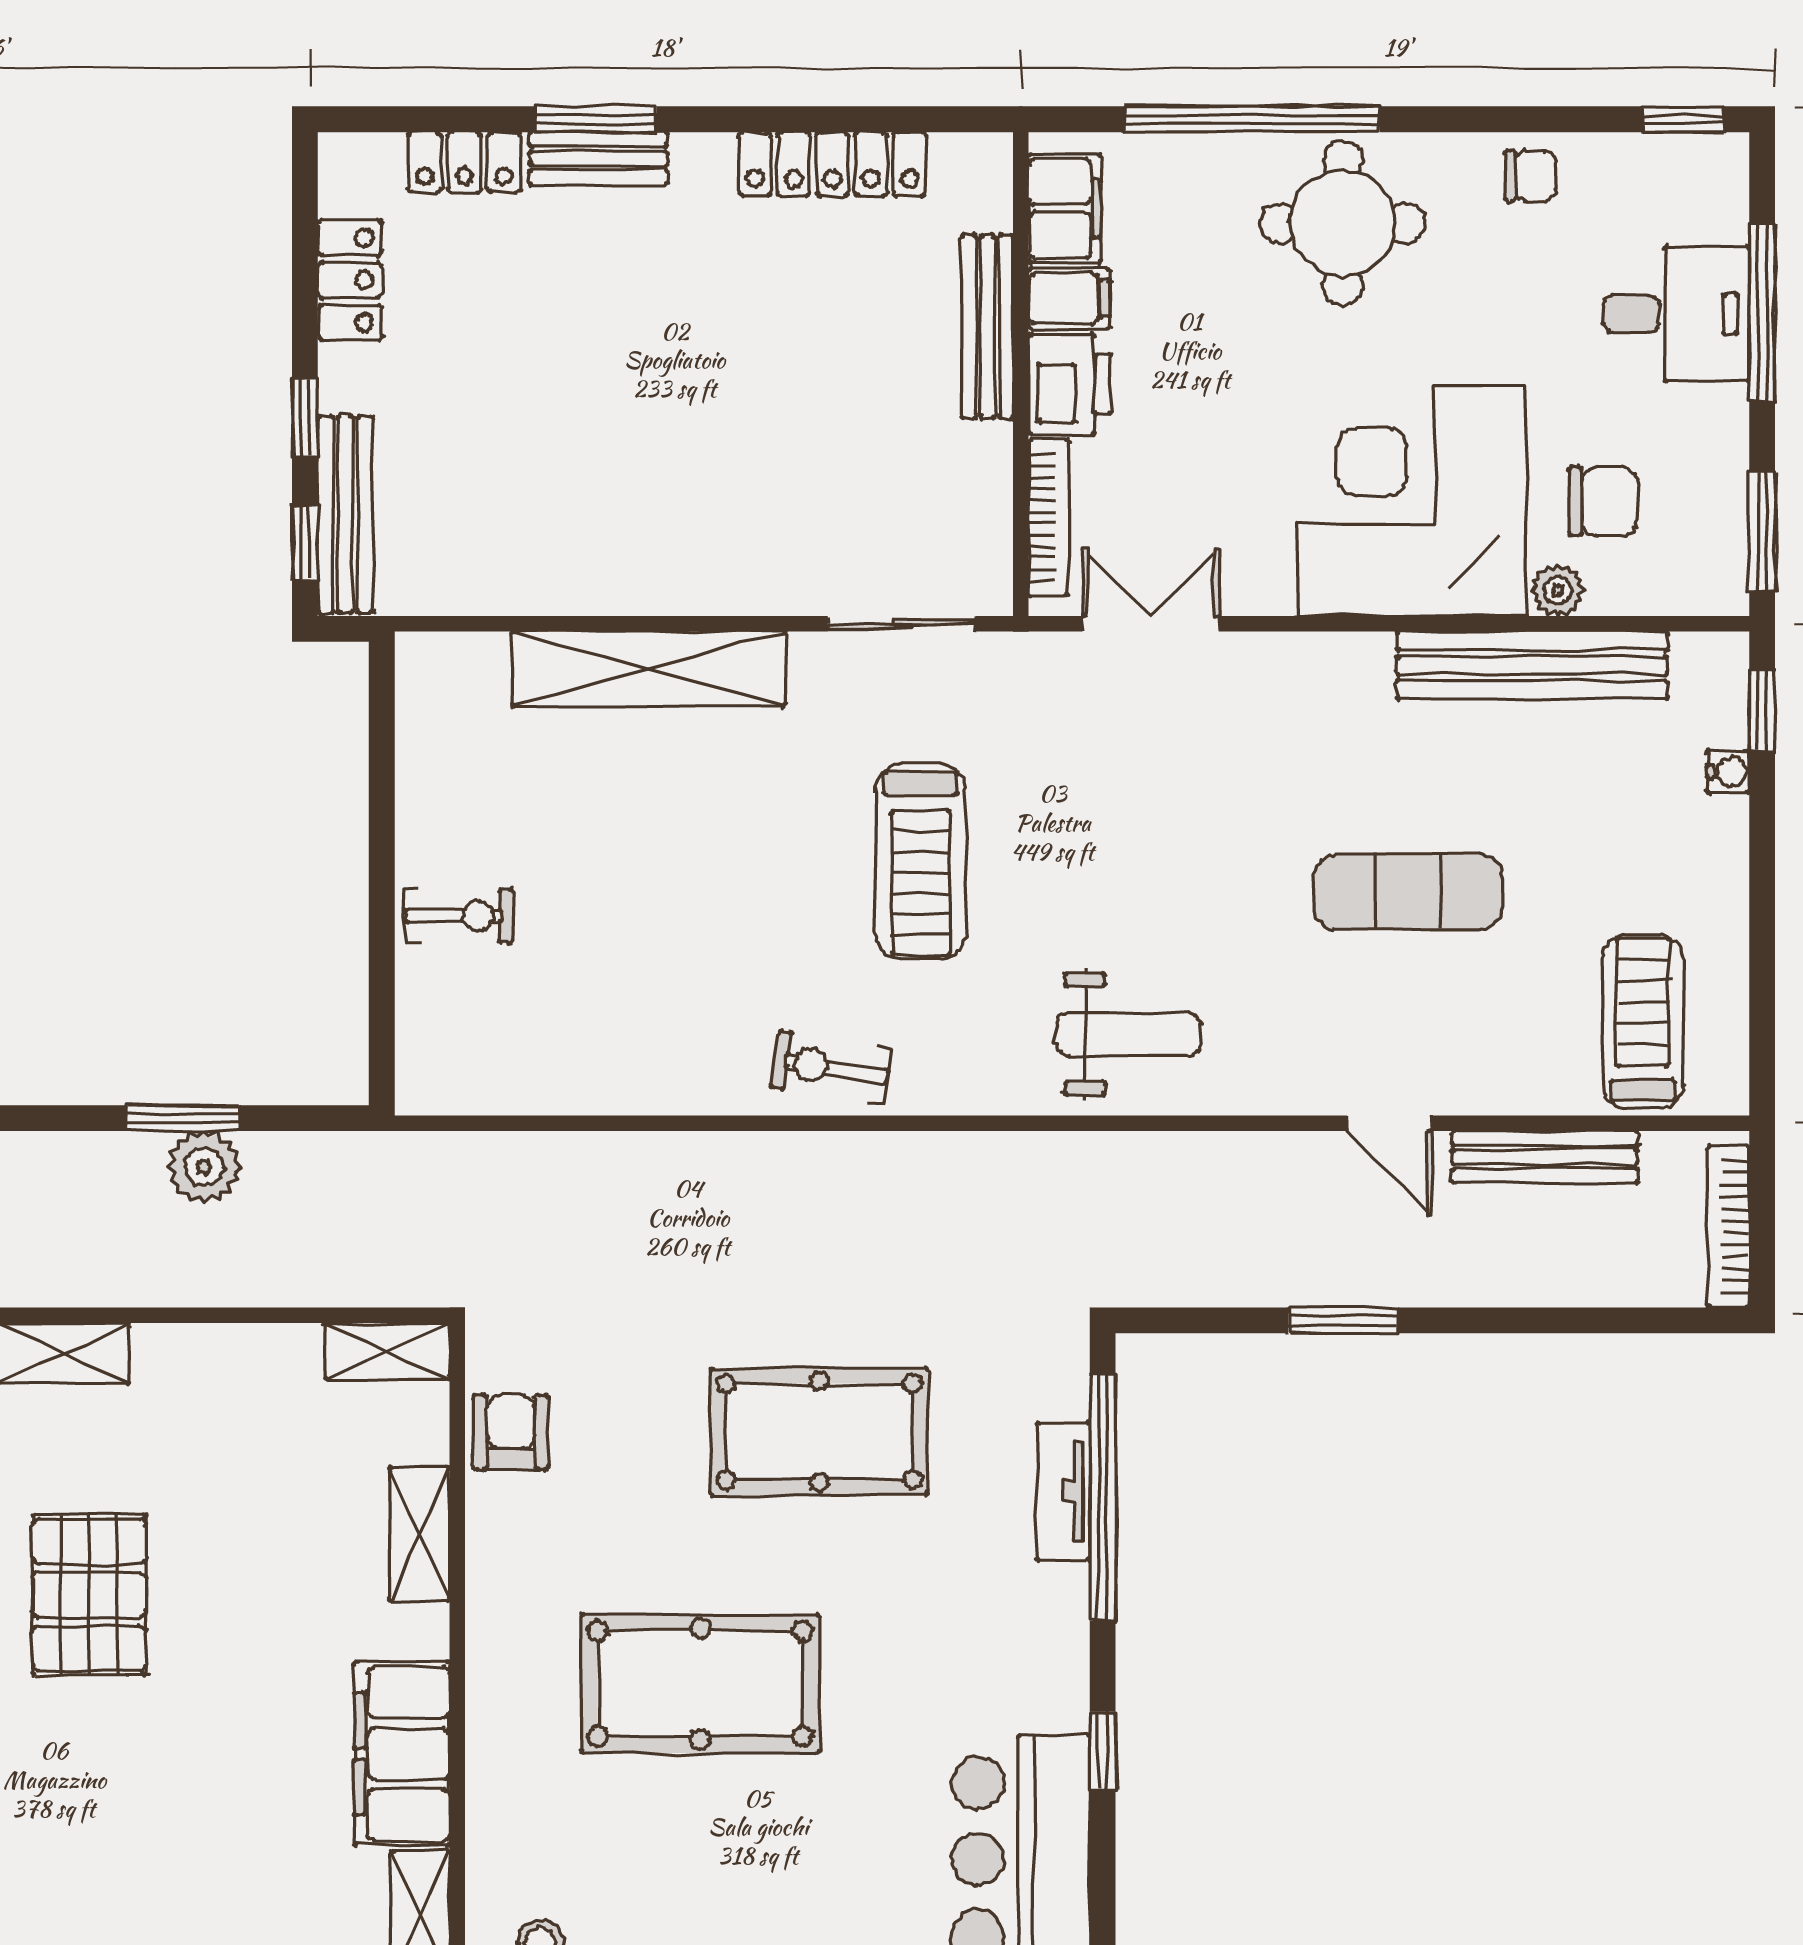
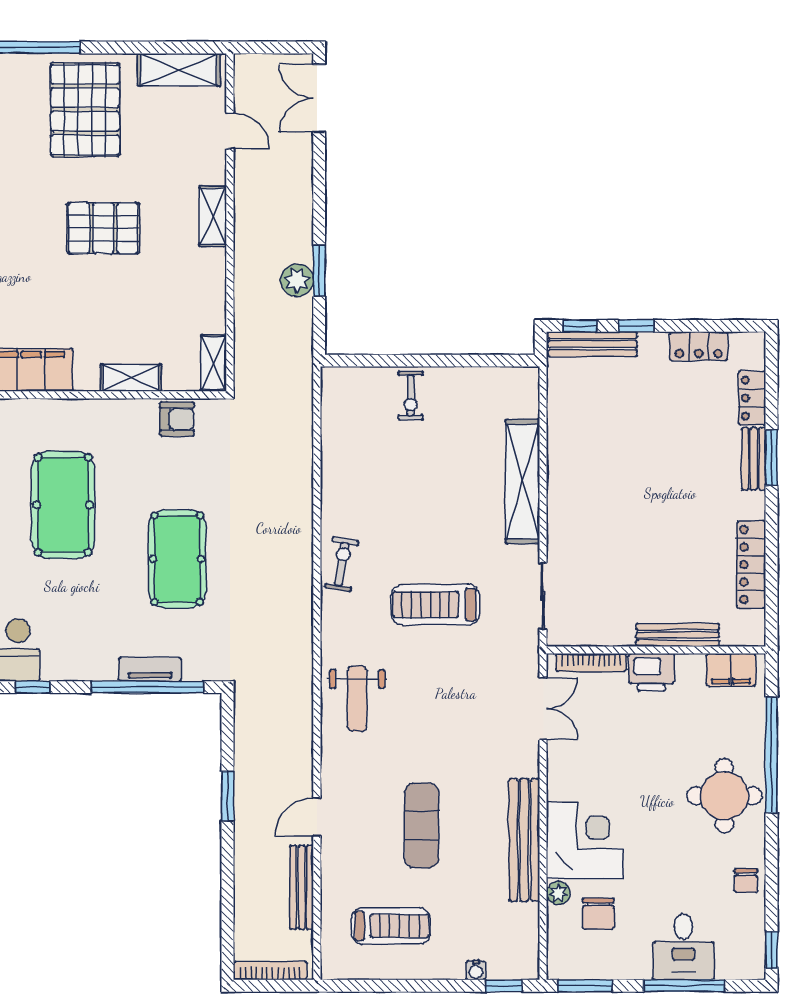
filing cabinet: (1069, 298) -> (690, 672), removed
corner desk: (1411, 501) -> (585, 841), width x0.74, depth x0.74
bench: (1532, 665) -> (524, 840), moved
treadmill: (1643, 1021) -> (391, 926), moved

